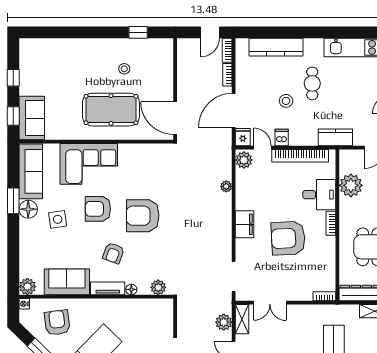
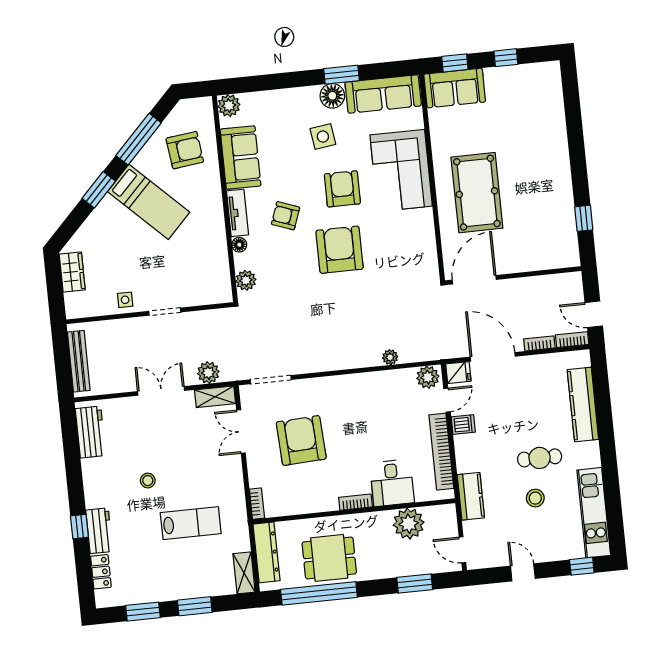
stool: (124, 69) -> (533, 205), removed
stool: (286, 101) -> (535, 498), moved
filing cabinet: (244, 224) -> (342, 387), removed
armchair: (288, 238) -> (301, 440), moved
nightstand: (24, 304) -> (205, 104), removed

